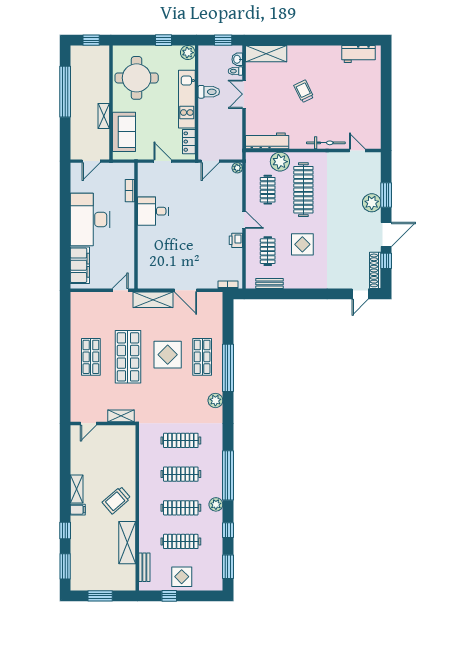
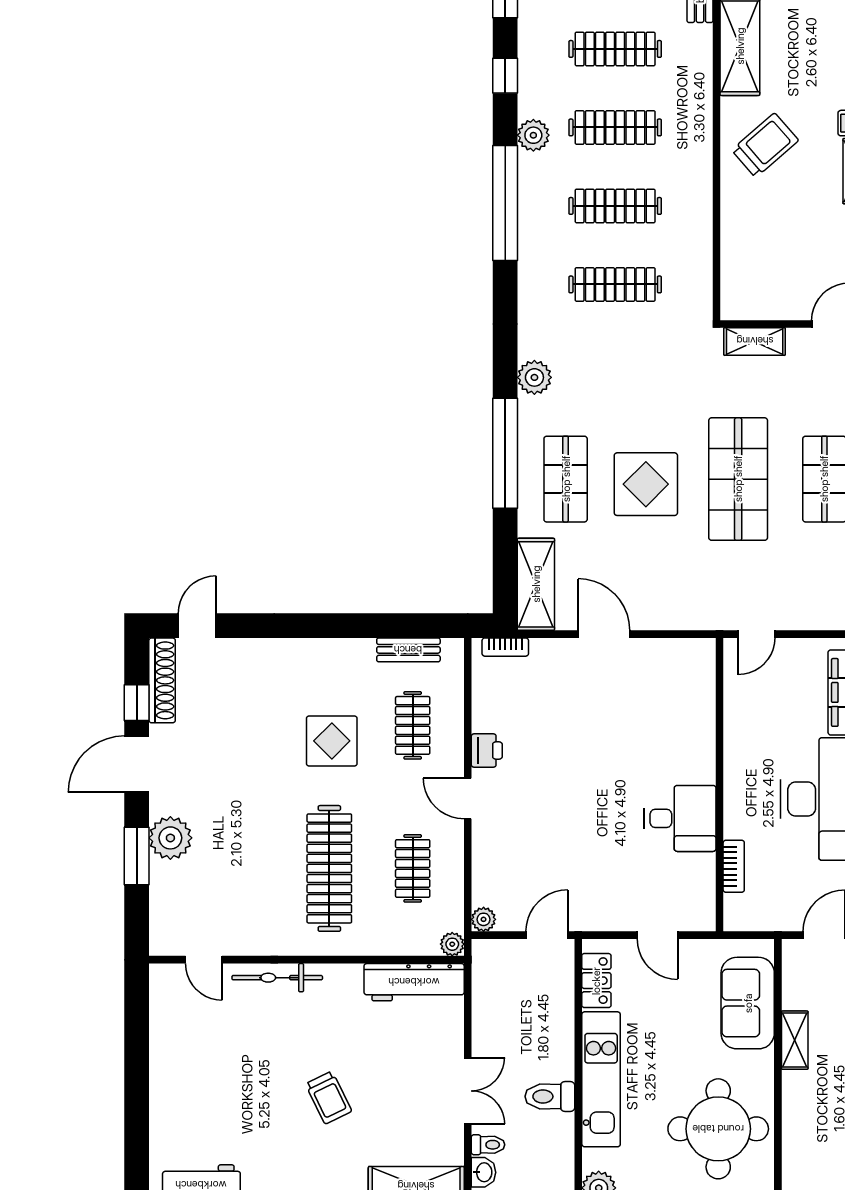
plant: (280, 162) -> (452, 944), moved, width x0.53, depth x0.53
shelving: (153, 300) -> (536, 584), moved, turned 90

